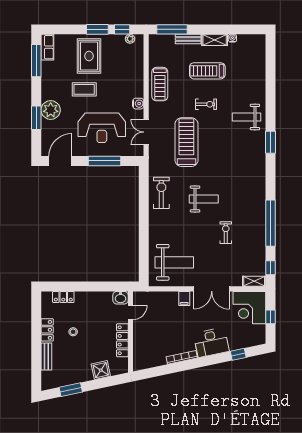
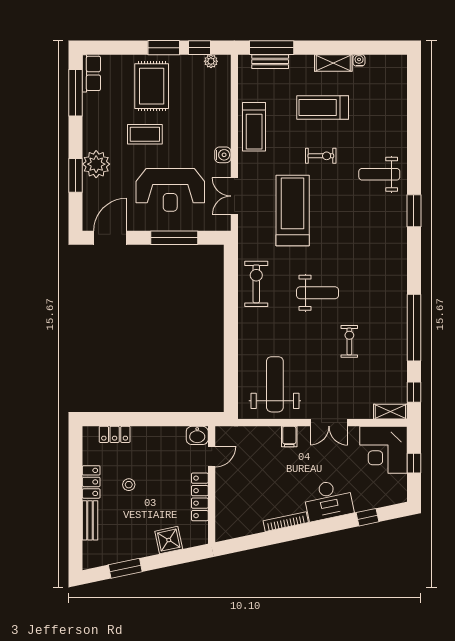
bench: (188, 39) -> (270, 62), moved
weight bench: (174, 262) -> (275, 384), turned -90
double door: (212, 289) -> (329, 423), width x0.73

